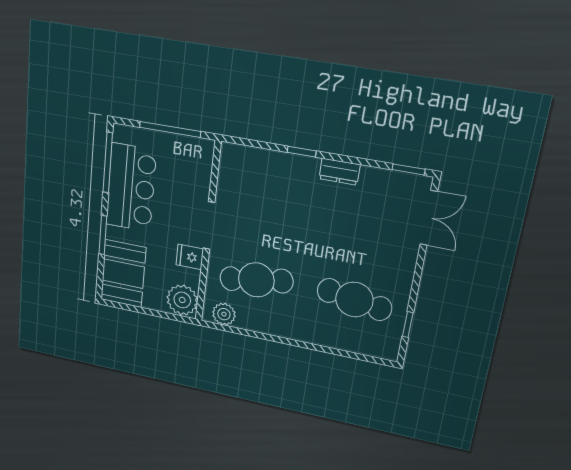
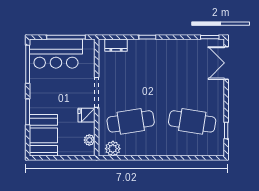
dresser: (339, 172) -> (116, 45), moved
bar counter: (131, 188) -> (56, 54), moved, turned 90
double door: (429, 218) -> (226, 63), swing flipped
plant: (182, 300) -> (89, 140), width x0.53, depth x0.53

